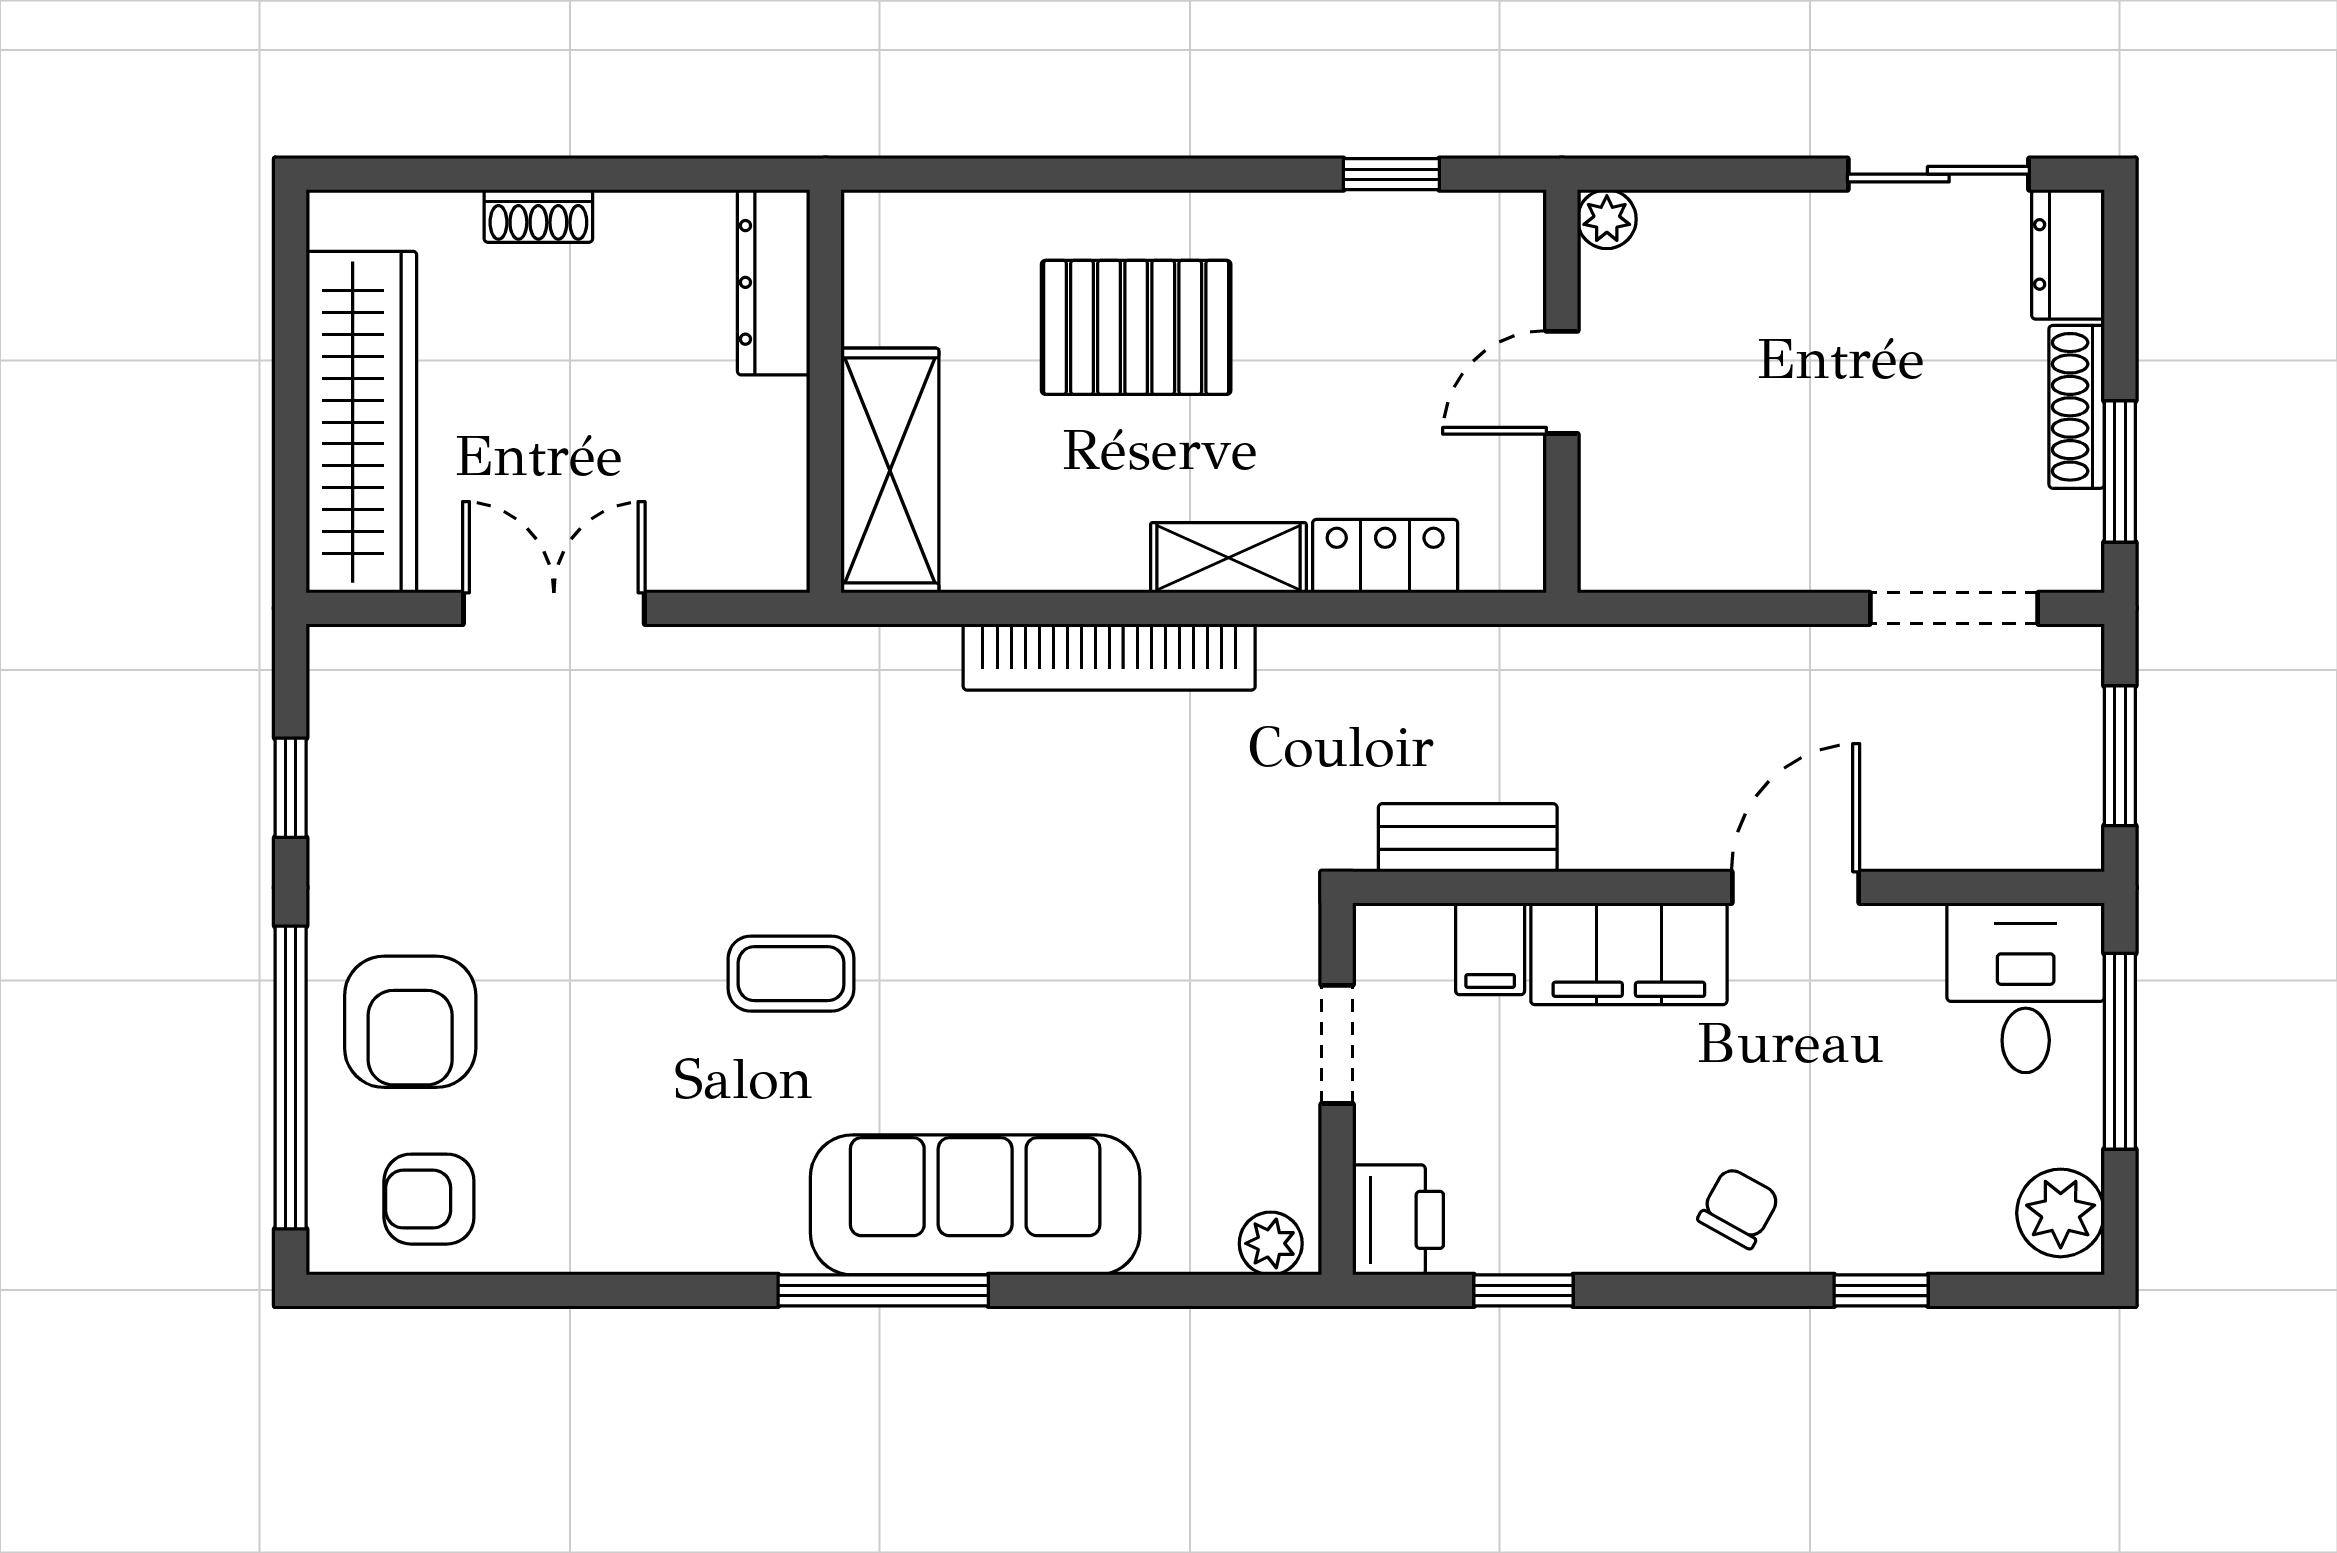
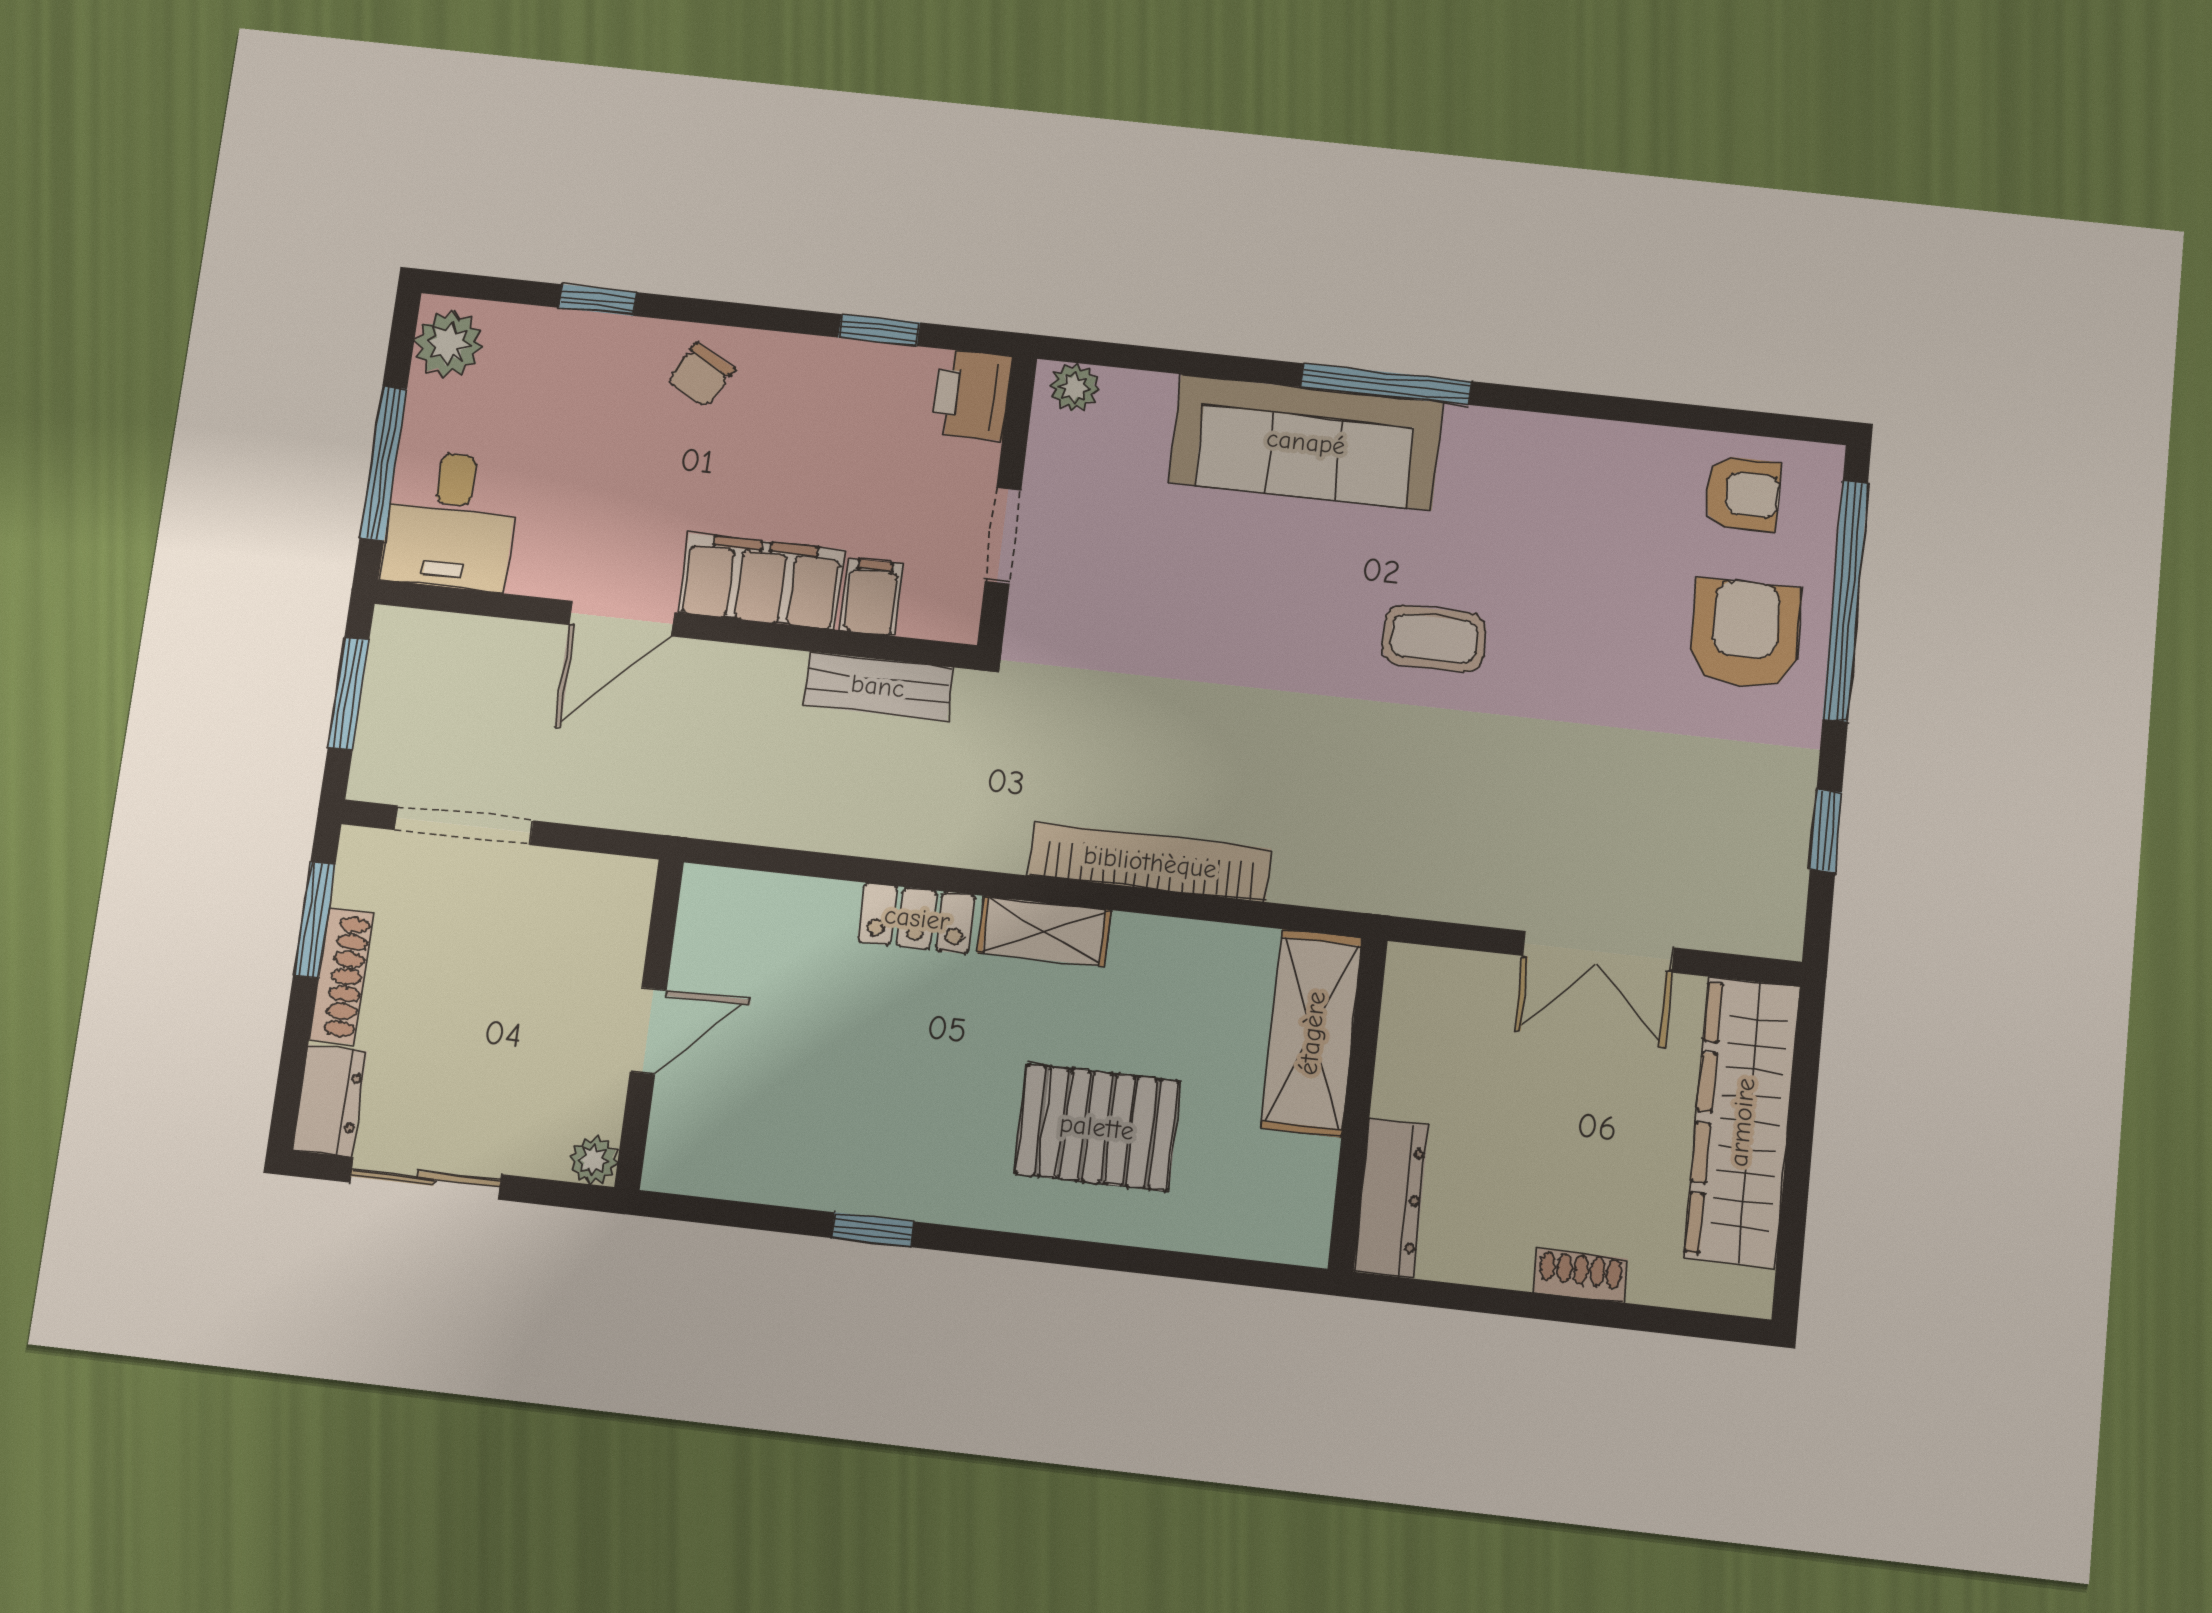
plant: (1607, 219) -> (594, 1160), moved
door: (1562, 382) -> (648, 1031), moved
wall: (1562, 391) -> (649, 1024), moved

